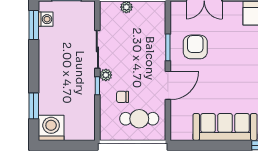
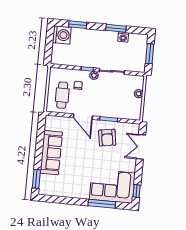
washing machine: (46, 19) -> (123, 37), moved
window: (34, 25) -> (116, 28), moved
armchair: (195, 47) -> (107, 138), turned 81

